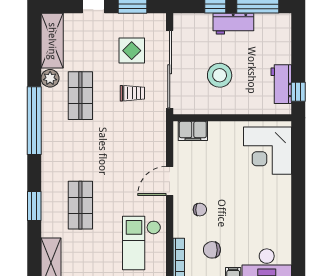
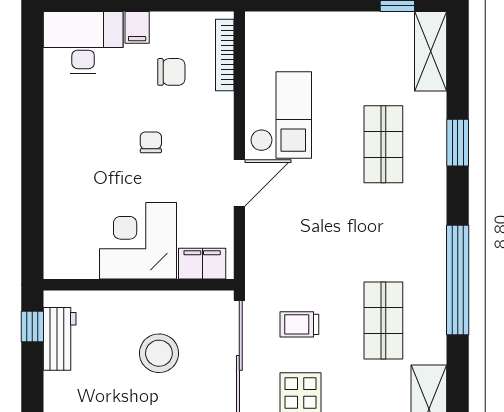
plant: (50, 78) -> (432, 348), removed
corner desk: (268, 151) -> (138, 241), moved, turned -90
chair: (200, 210) -> (151, 142), moved, turned 90
checkout: (142, 243) -> (281, 115), moved

